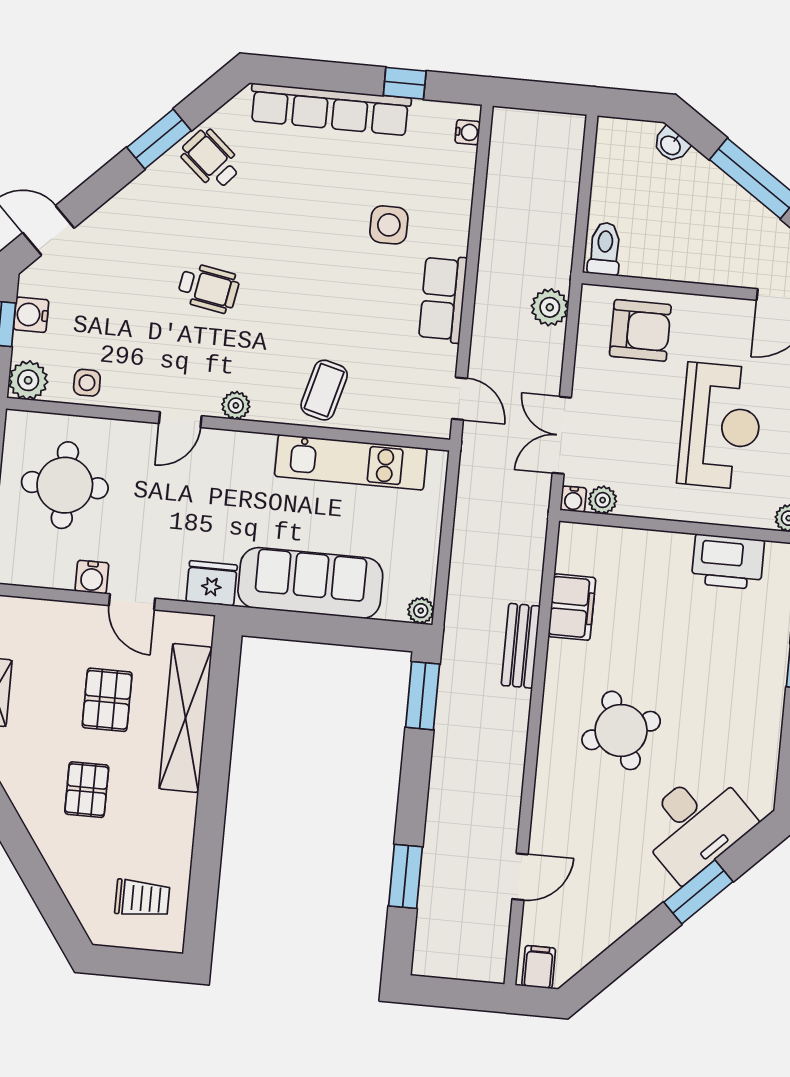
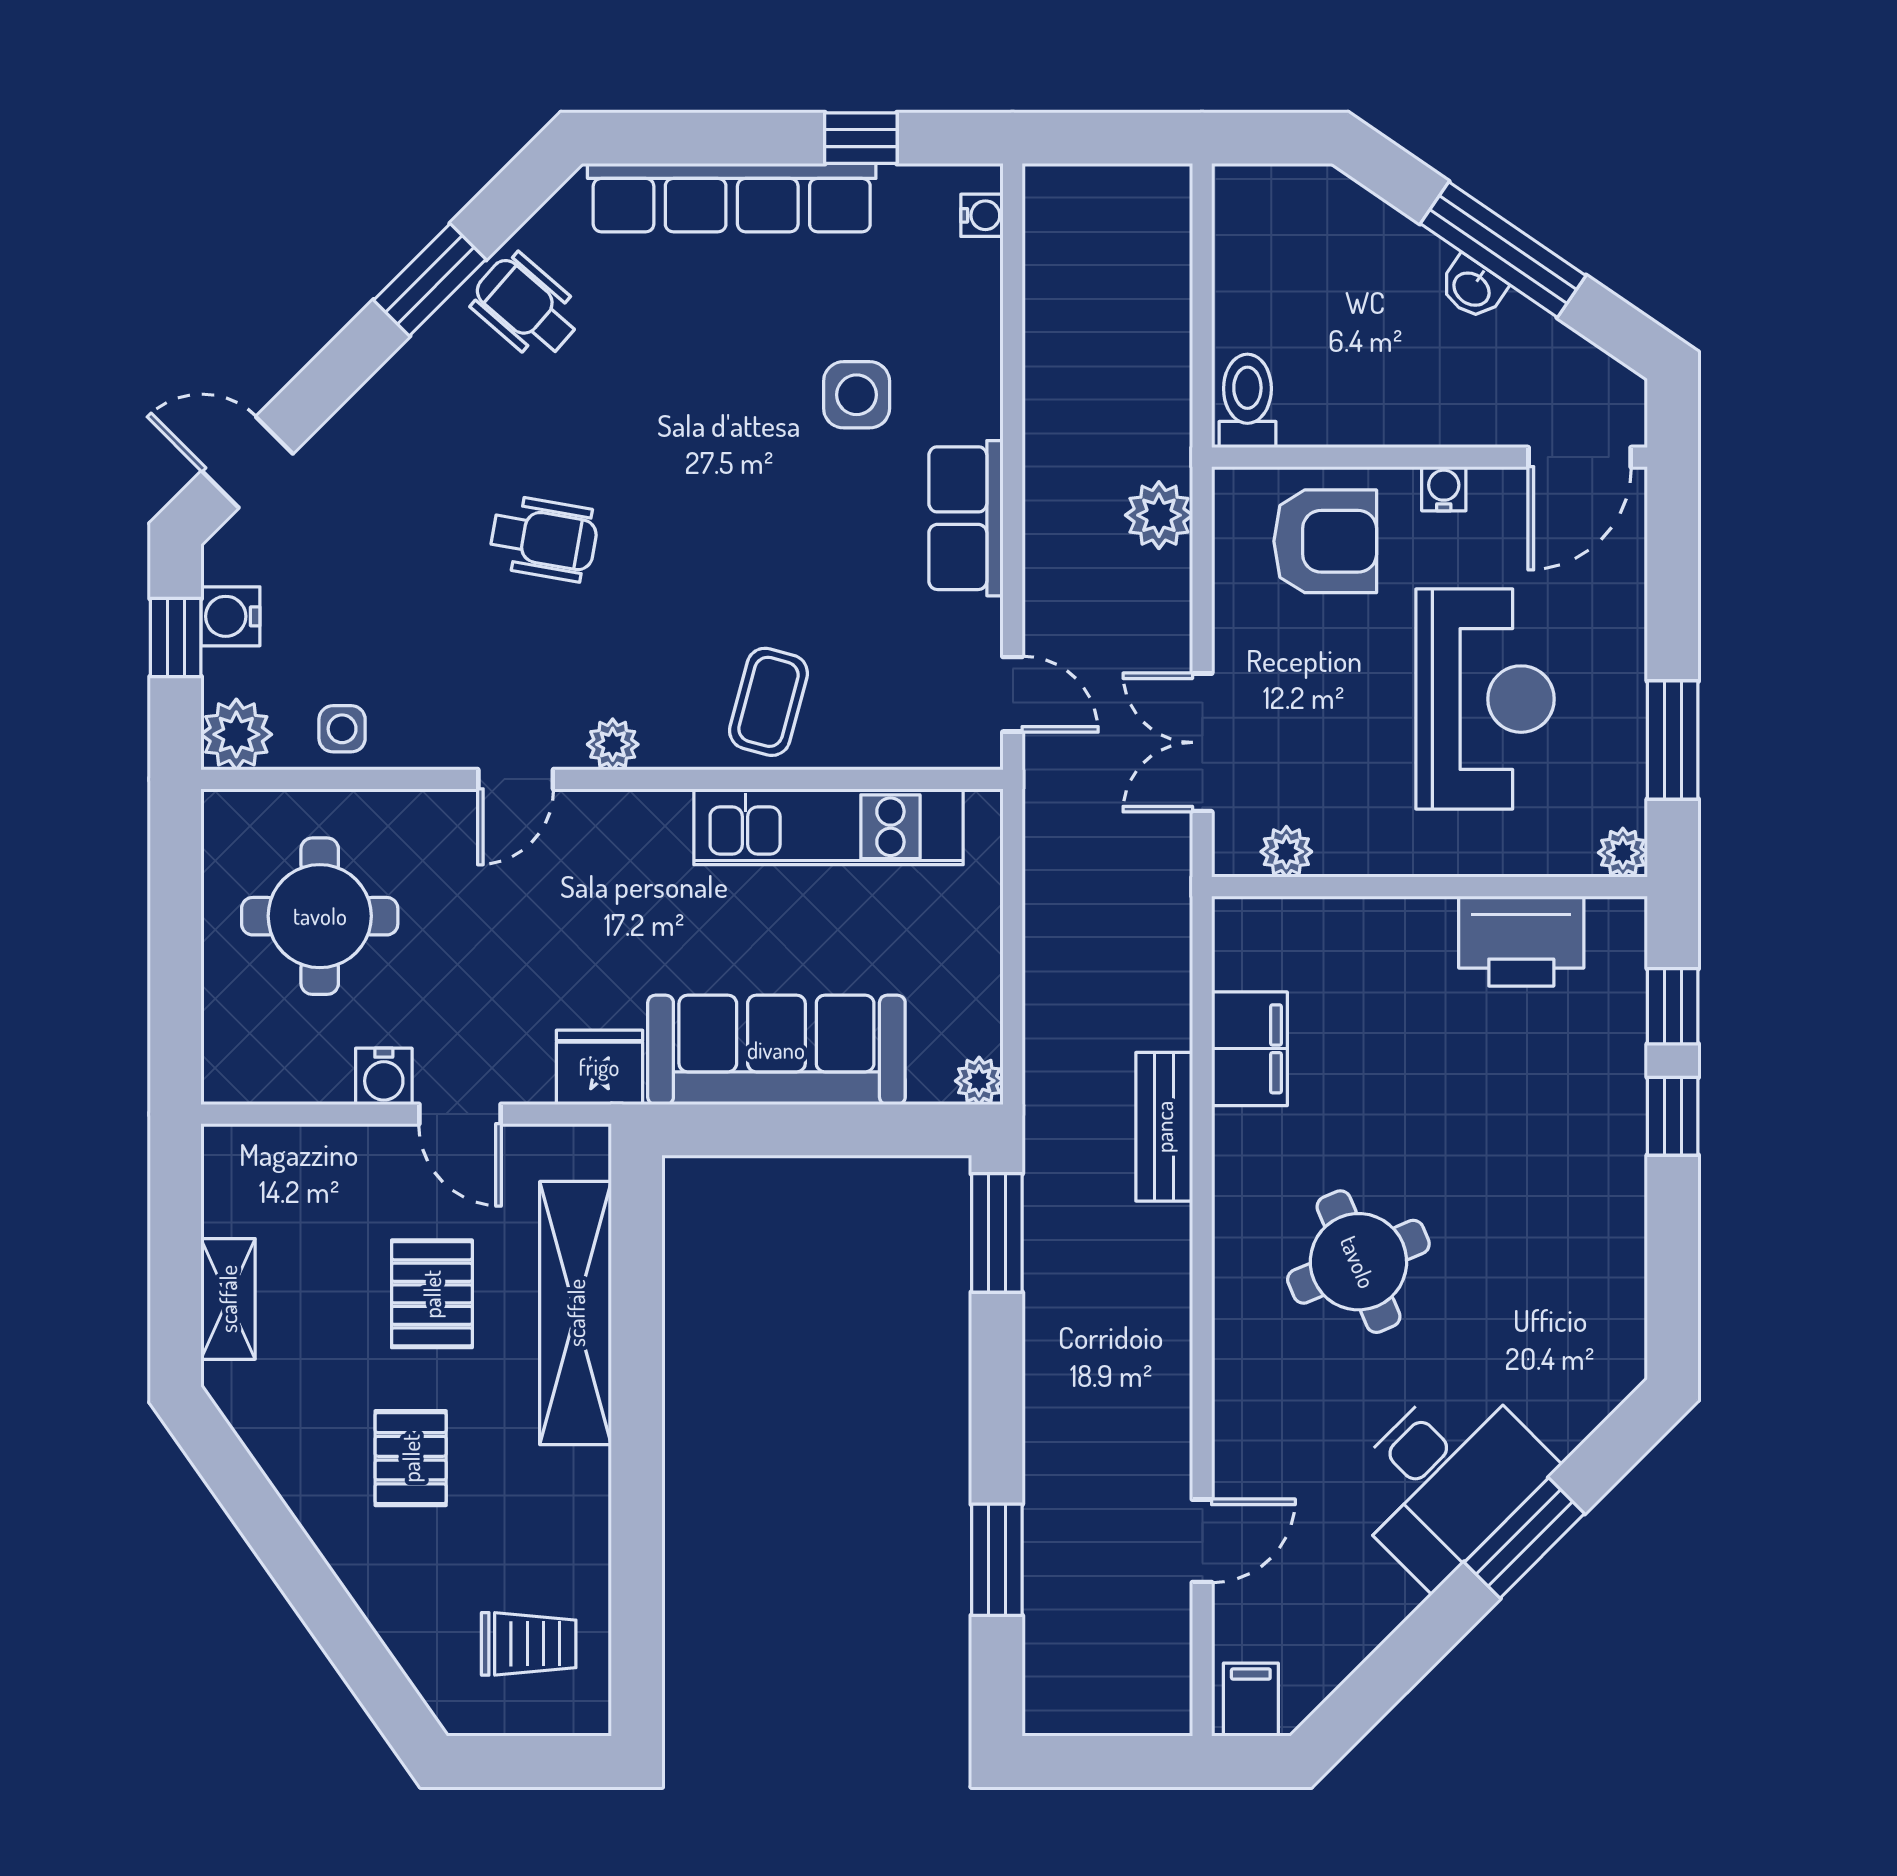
washbasin: (671, 145) -> (1472, 288), moved
water cooler: (573, 499) -> (1444, 489), moved, turned 180
desk: (695, 824) -> (1446, 1478), moved

